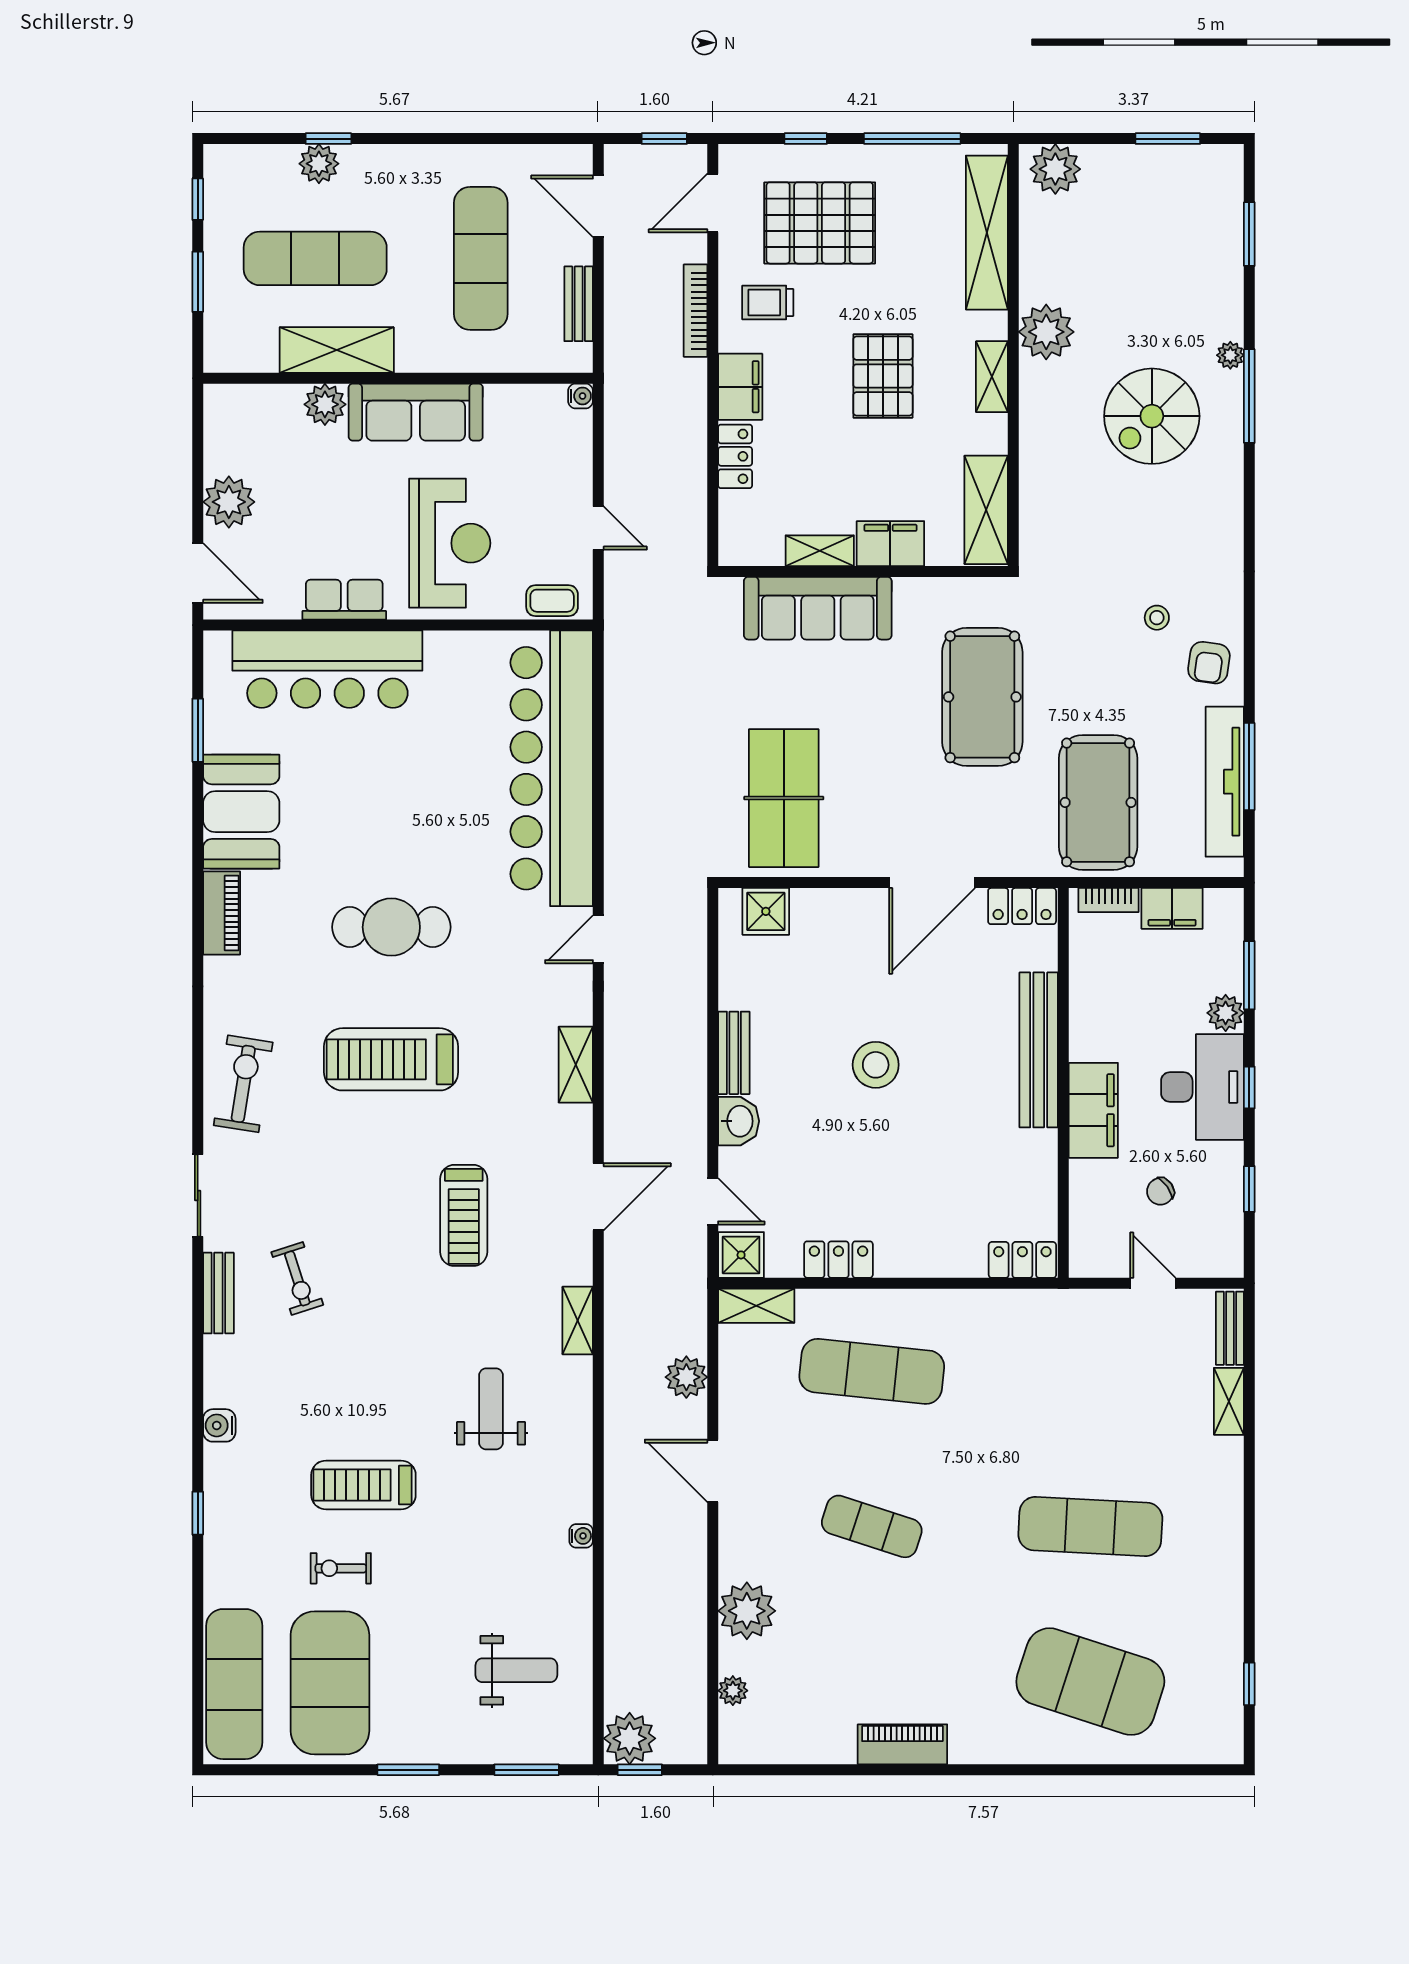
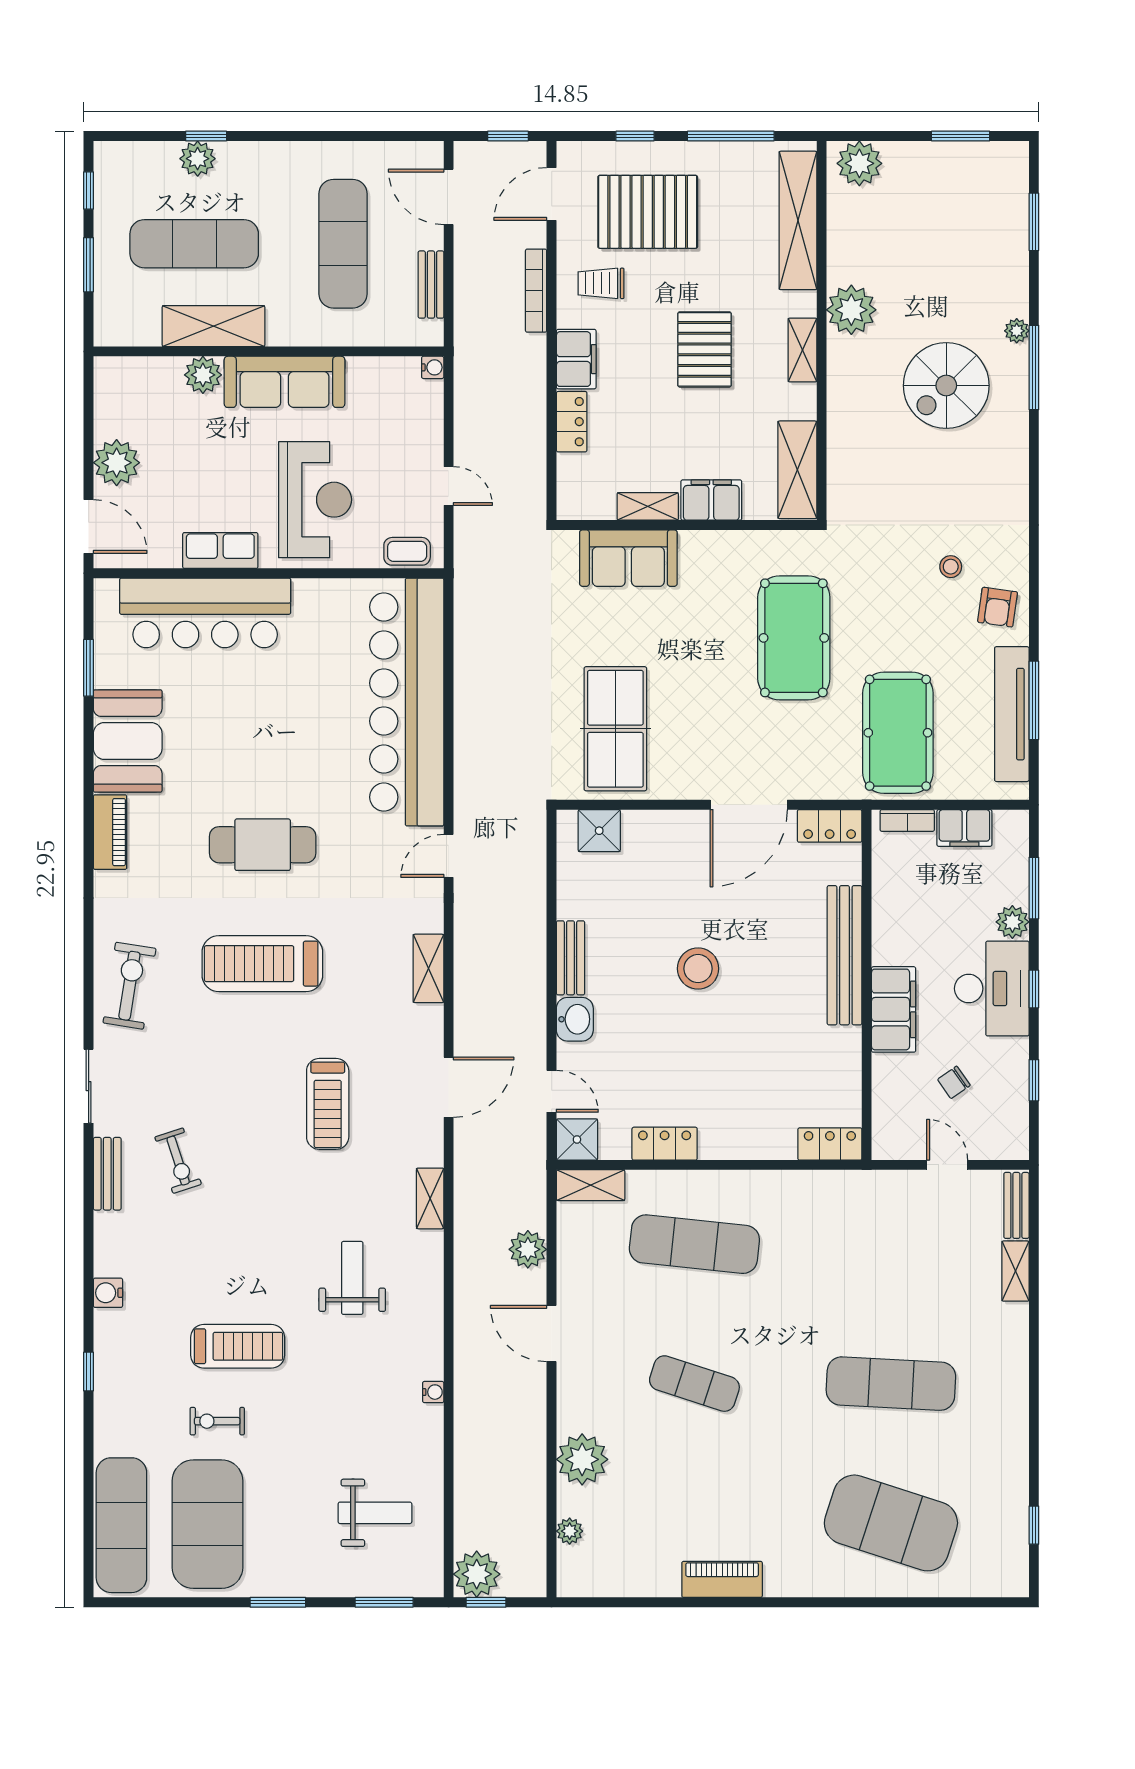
sofa: (818, 608) -> (628, 558), width x0.73
treadmill: (363, 1485) -> (238, 1346), turned 180

